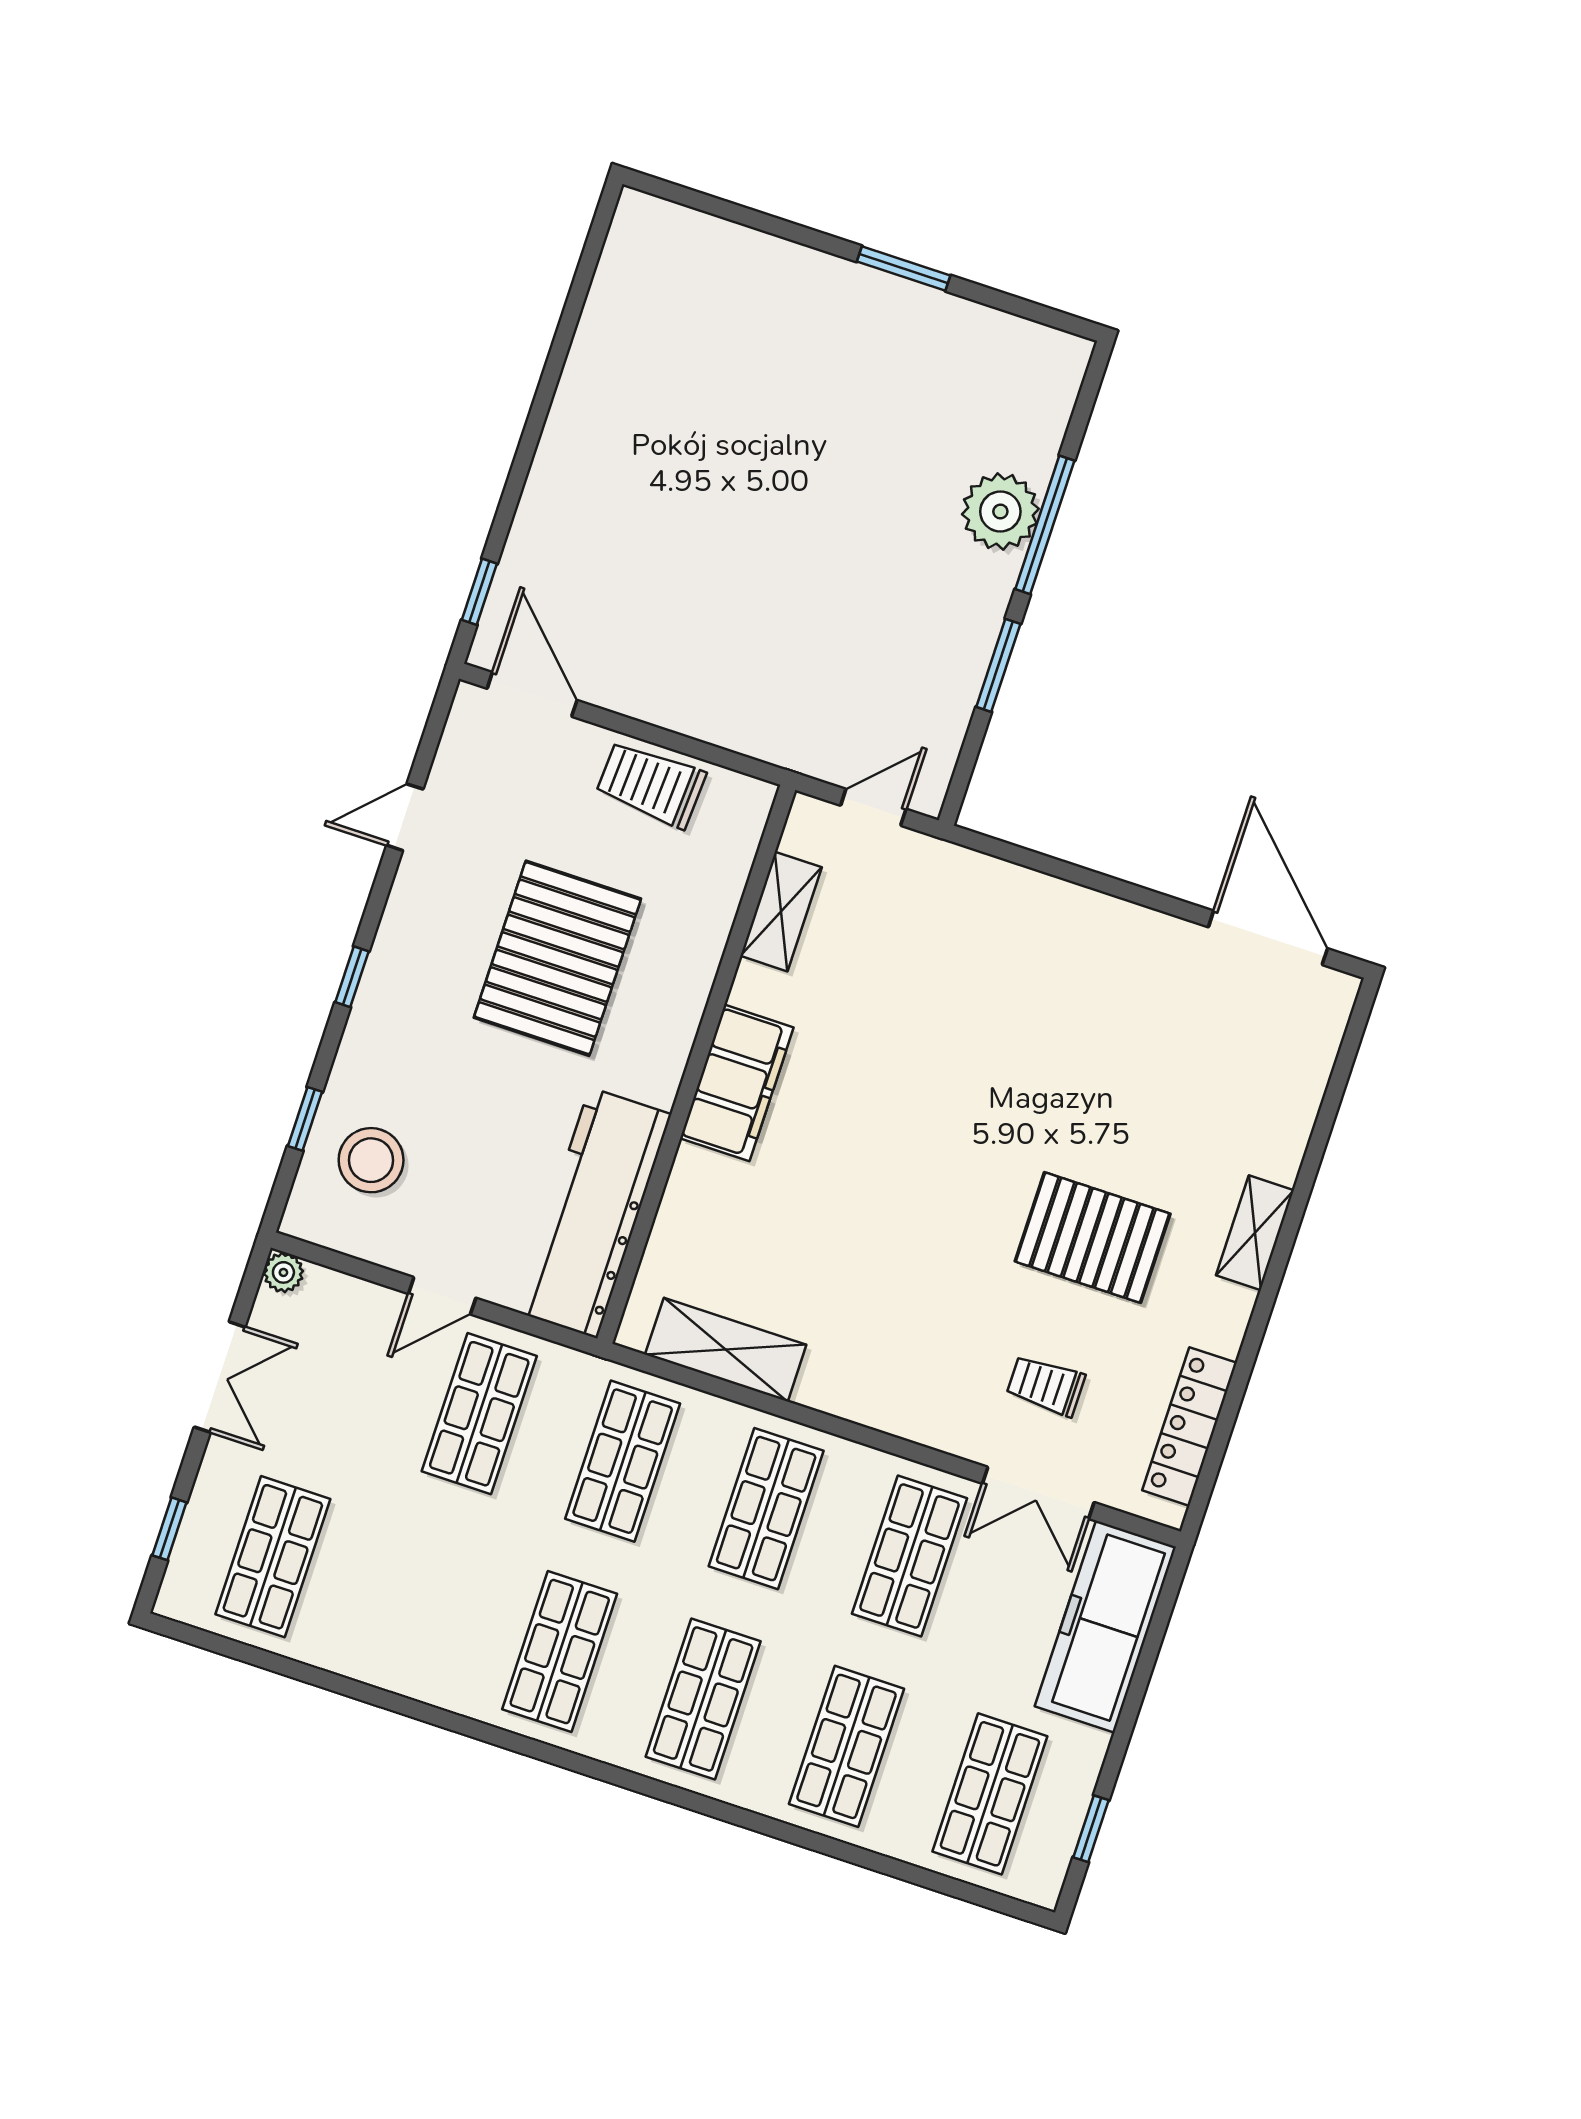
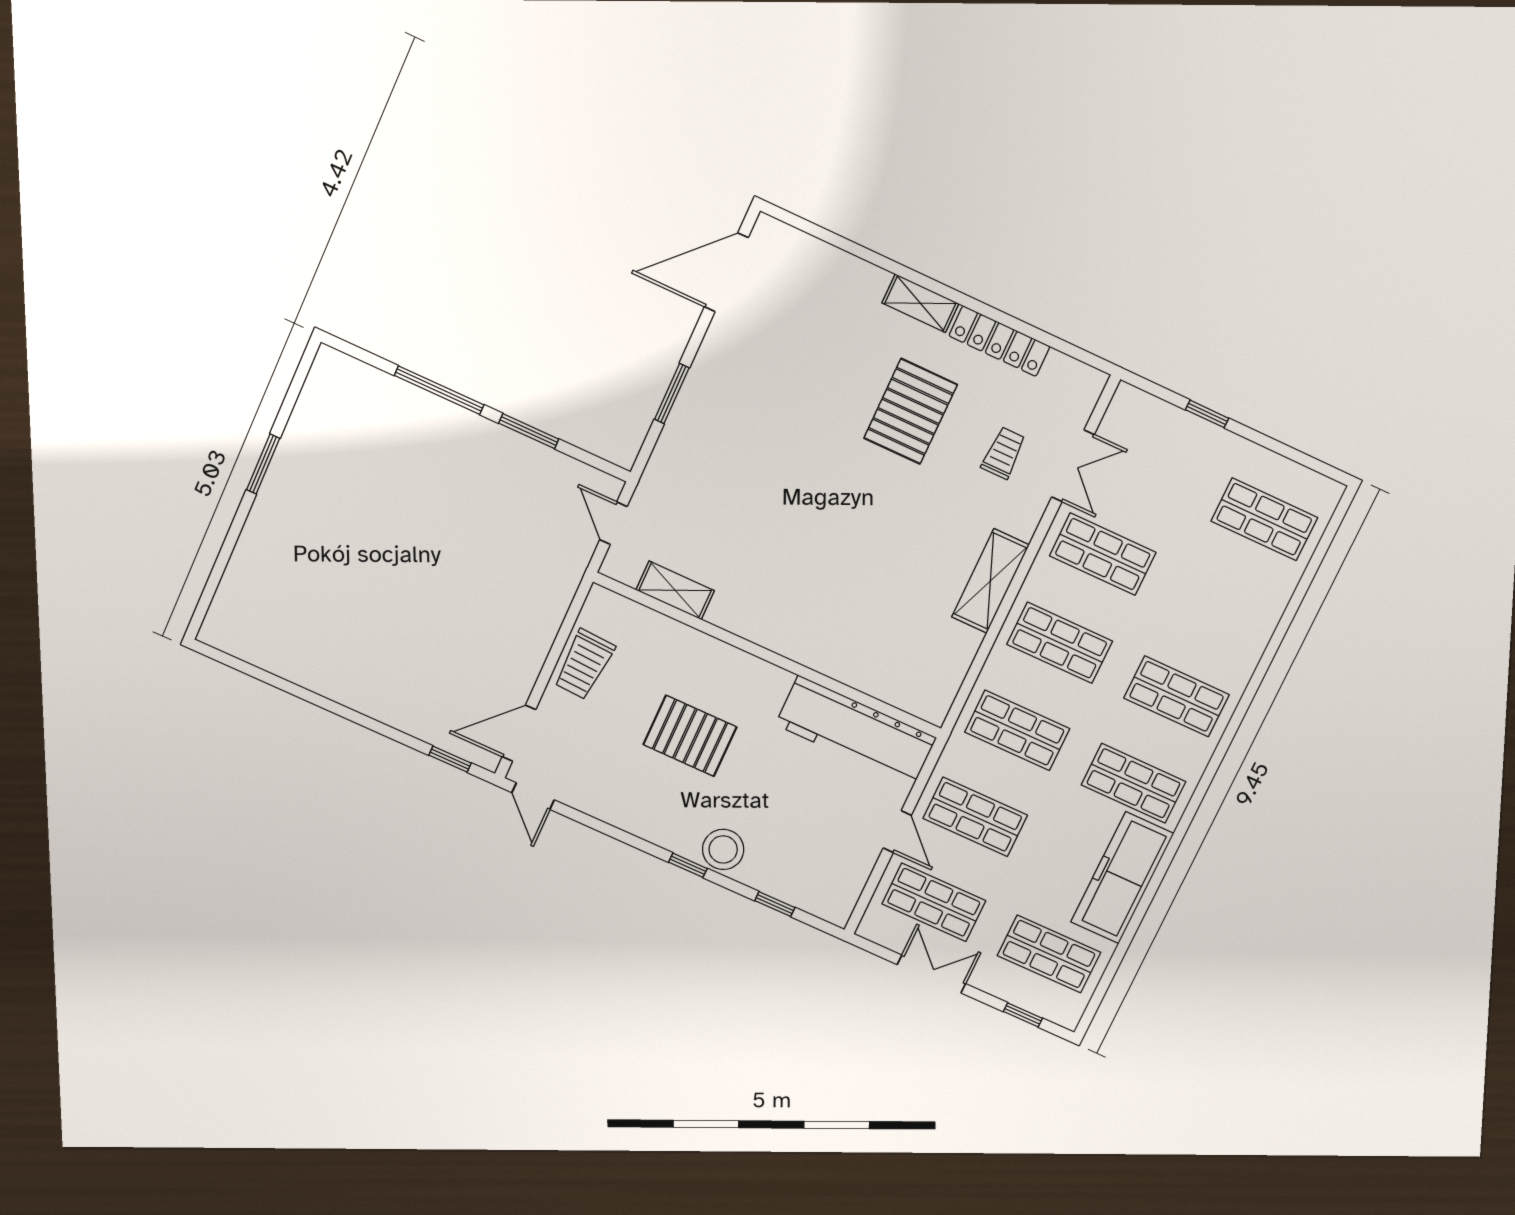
plant: (1000, 512) -> (428, 418), removed
door: (405, 817) -> (533, 796), moved
window: (1079, 875) -> (672, 394), added
pallet: (557, 958) -> (690, 736), width x0.73, depth x0.71
filing cabinet: (737, 1083) -> (783, 631), removed
stool: (371, 1160) -> (723, 849), moved
plant: (283, 1272) -> (870, 928), removed
shelving: (726, 1350) -> (990, 581), moved
trolley: (1046, 1385) -> (1003, 453), turned 180
locker: (1189, 1427) -> (999, 341), moved
freezer: (1105, 1627) -> (1122, 878), moved, turned 90
shop shelf: (847, 1746) -> (934, 902), moved
window: (1091, 1829) -> (1207, 414), moved

